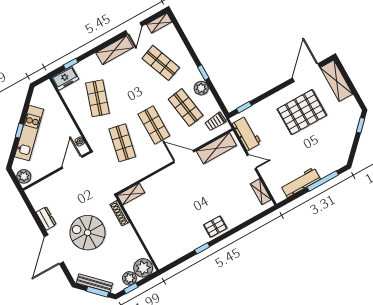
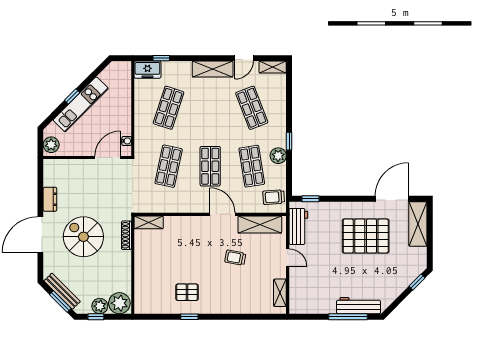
workbench: (301, 182) -> (358, 306), moved
trolley: (212, 184) -> (235, 258), added
pallet: (215, 227) -> (187, 292), moved

